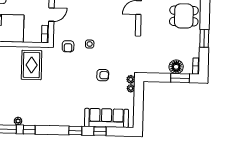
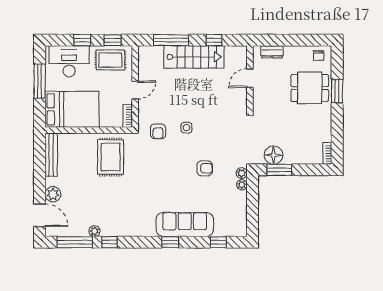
window: (204, 38) -> (337, 91), moved
floor lamp: (176, 67) -> (274, 155), moved
window: (180, 78) -> (279, 170), moved
sofa: (106, 118) -> (185, 224), moved
window: (100, 131) -> (218, 242), moved

